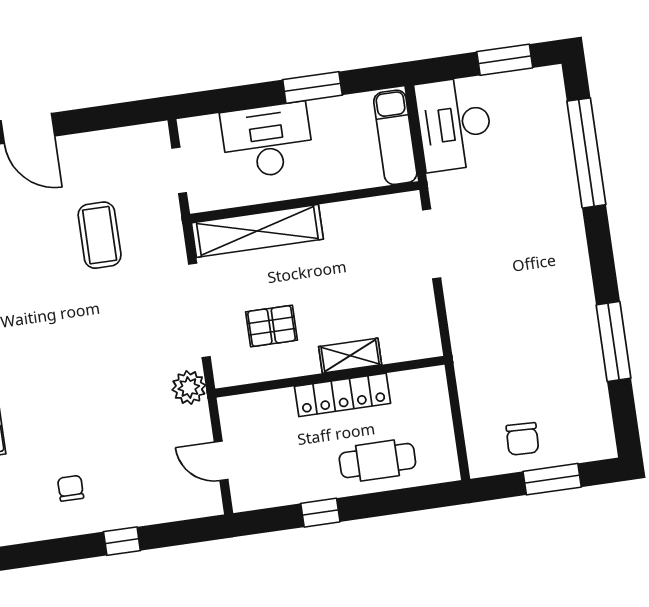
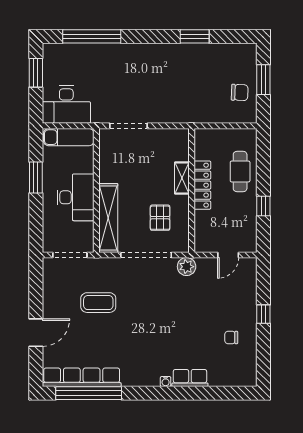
desk: (267, 141) -> (75, 197), moved, turned 180
doorway: (179, 170) -> (70, 255), width x1.38
window: (614, 342) -> (195, 36), width x0.69

